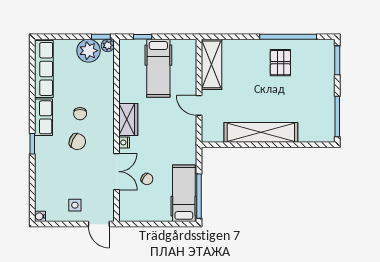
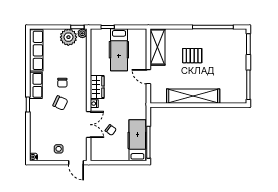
pallet: (280, 63) -> (192, 56), moved, turned 90

